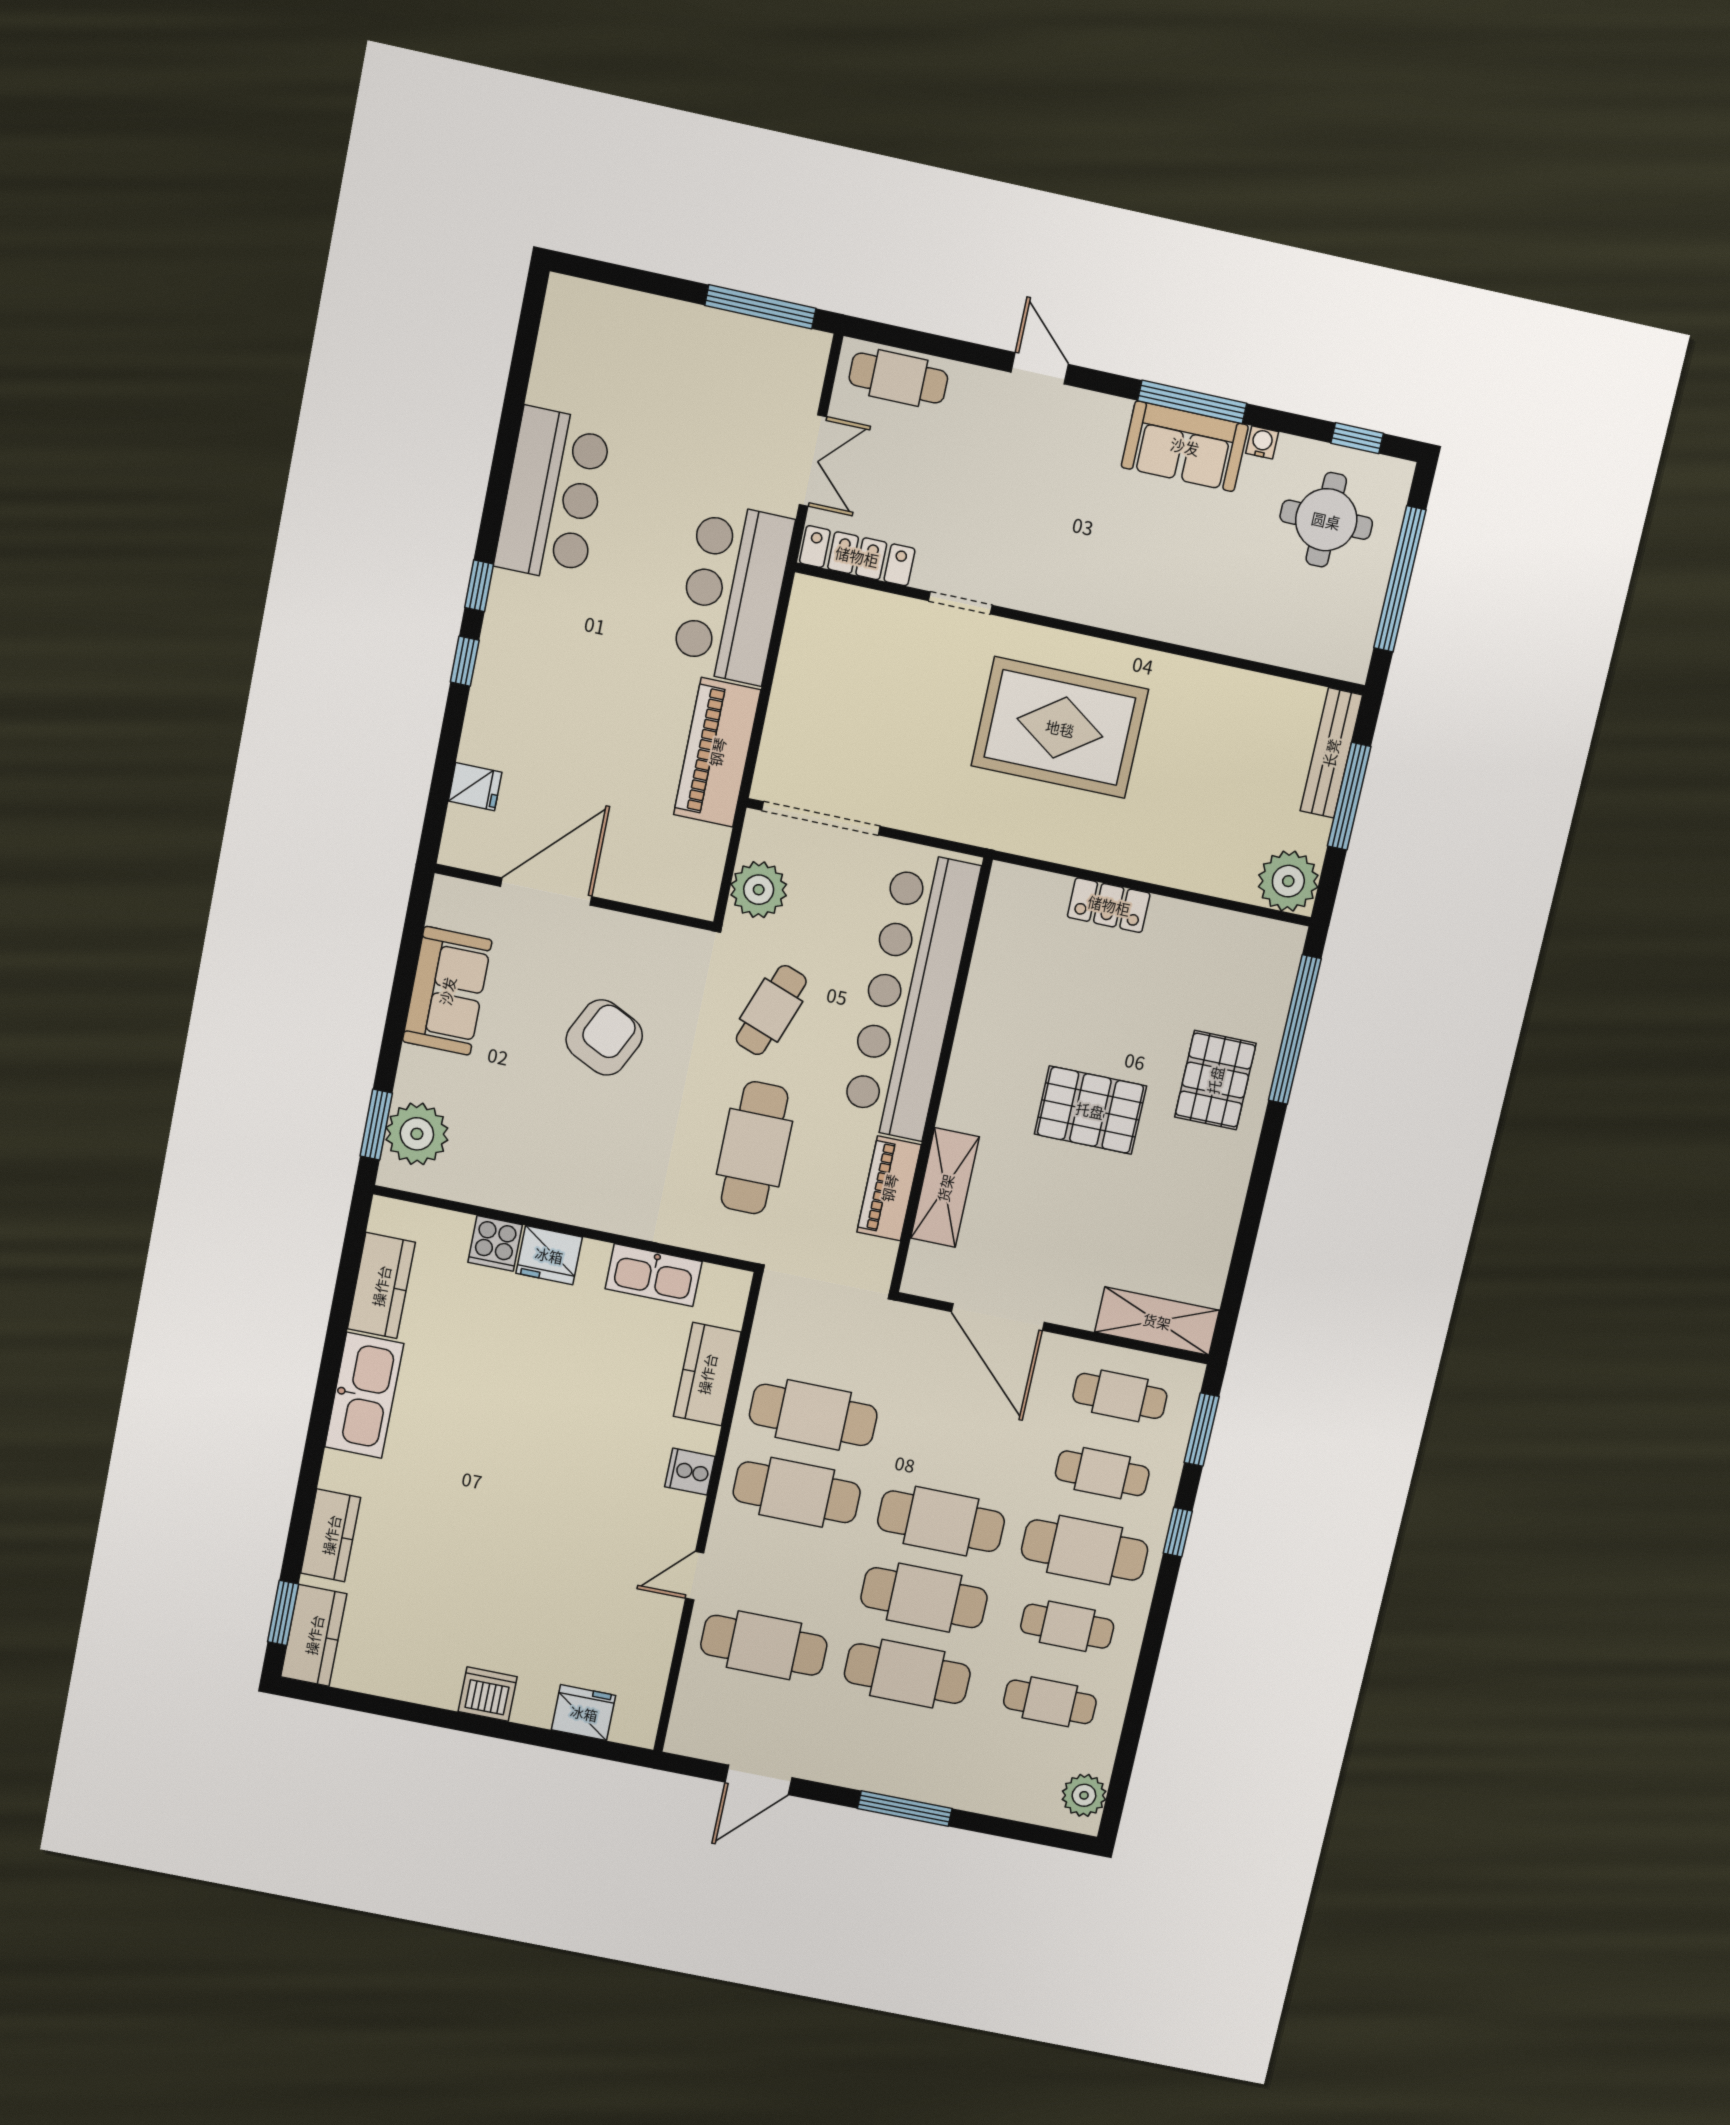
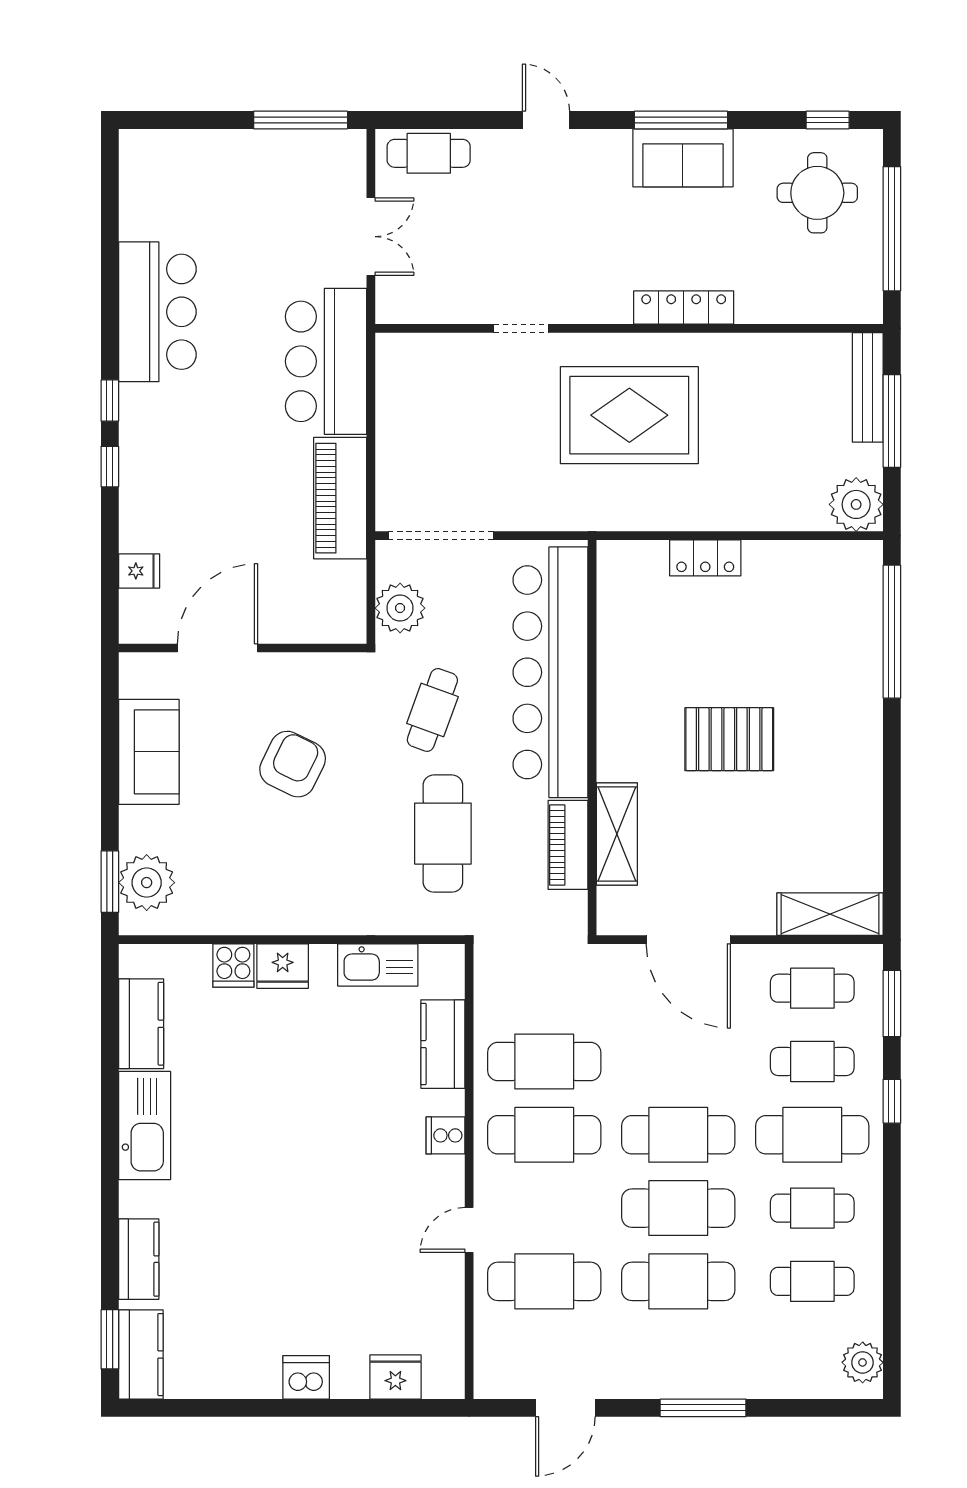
water cooler: (1262, 442) -> (748, 141), removed
locker: (857, 556) -> (684, 308), moved
pallet: (1215, 1080) -> (833, 690), removed

